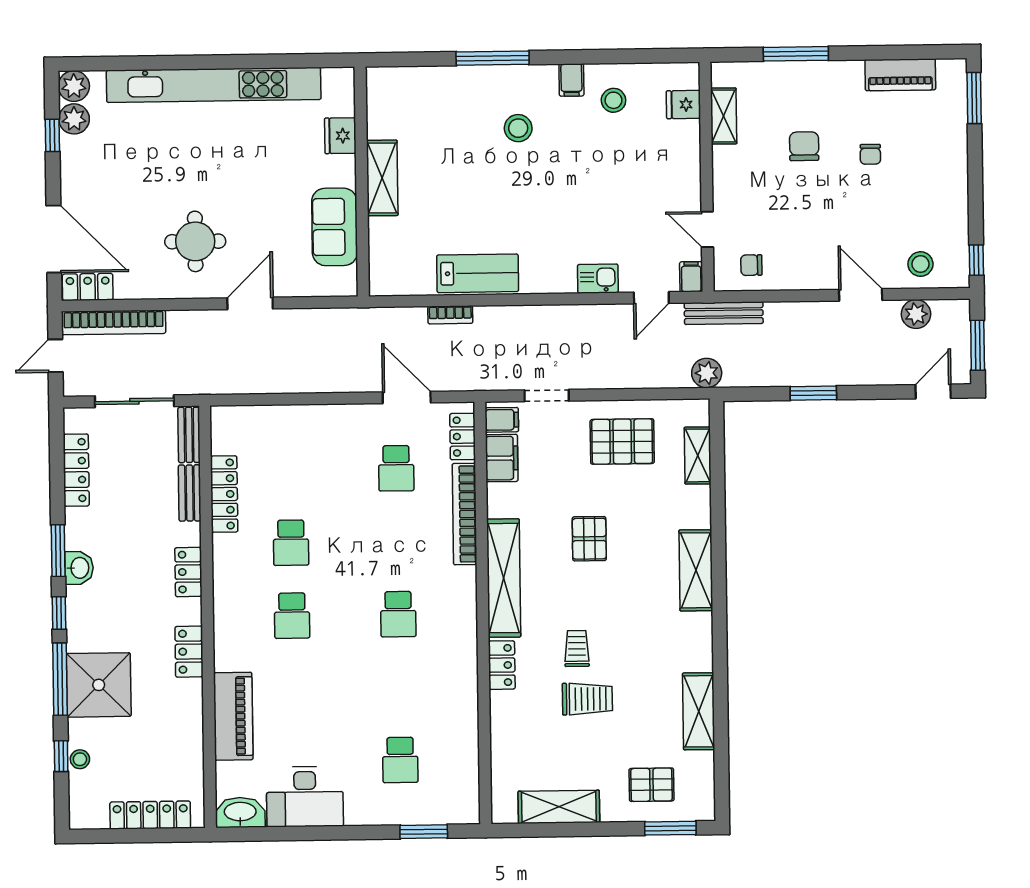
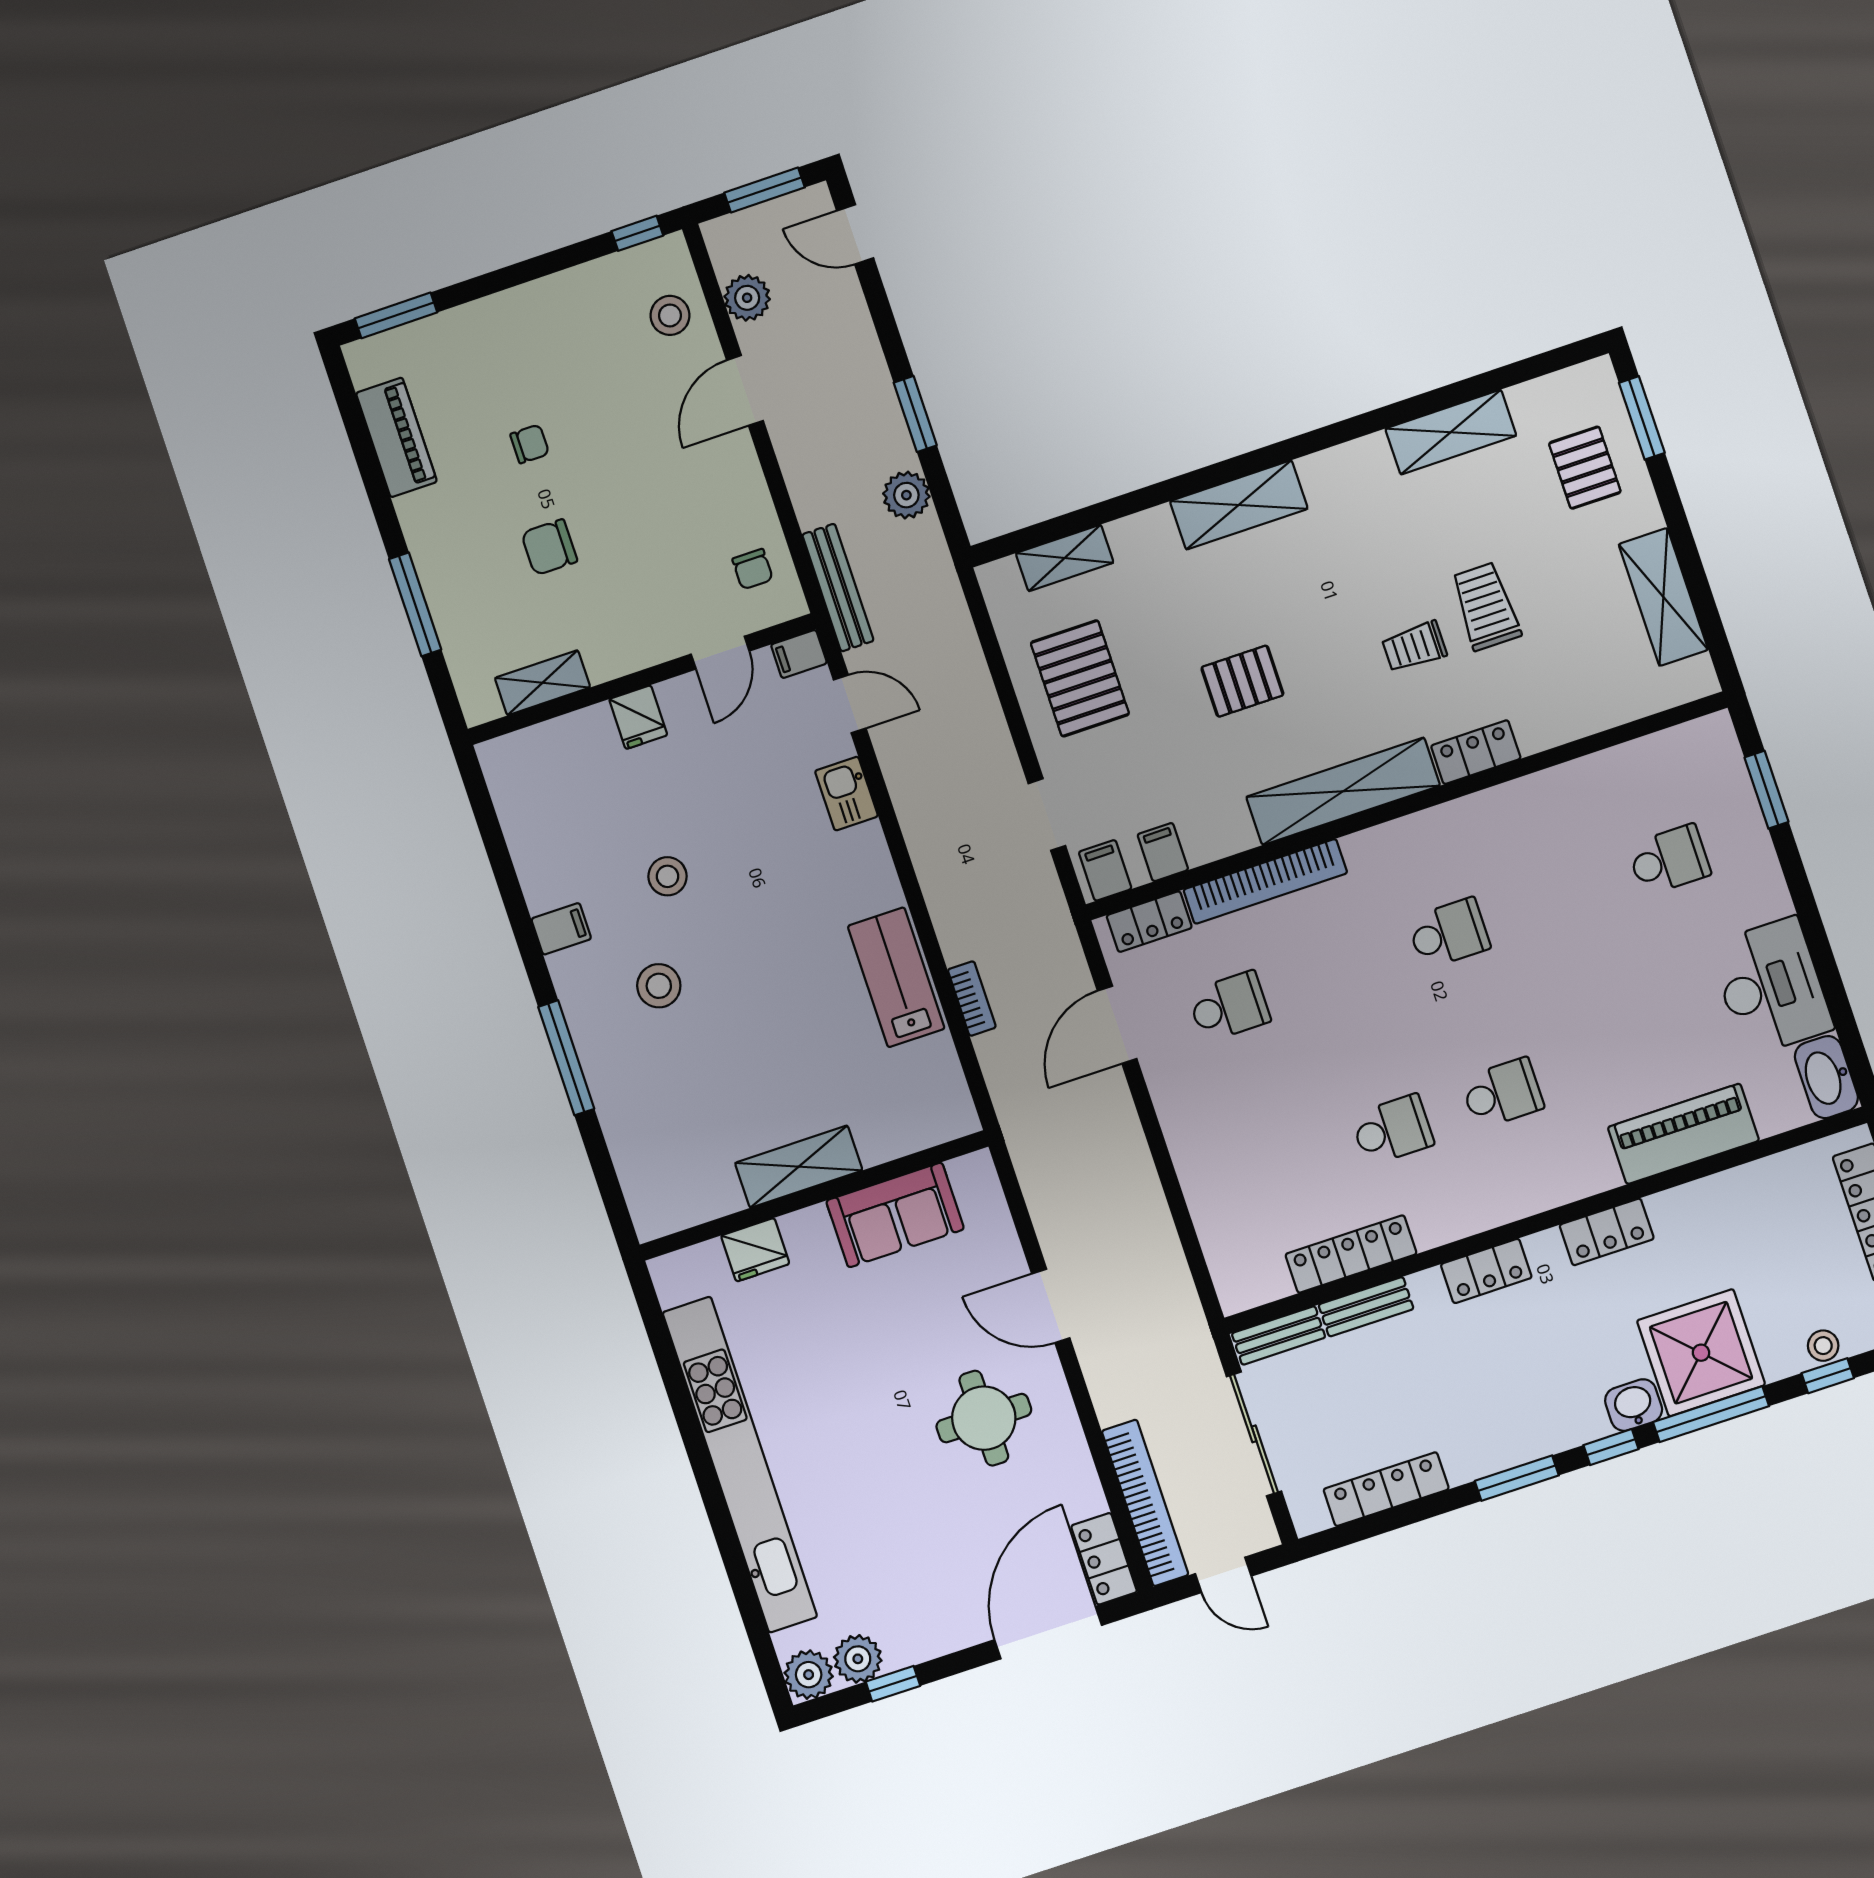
stool: (613, 100) -> (668, 876), moved
fridge: (683, 105) -> (638, 717), moved
plant: (707, 373) -> (906, 495), moved
filing cabinet: (502, 458) -> (1163, 852), width x0.50
washbasin: (79, 568) -> (1634, 1405), moved

